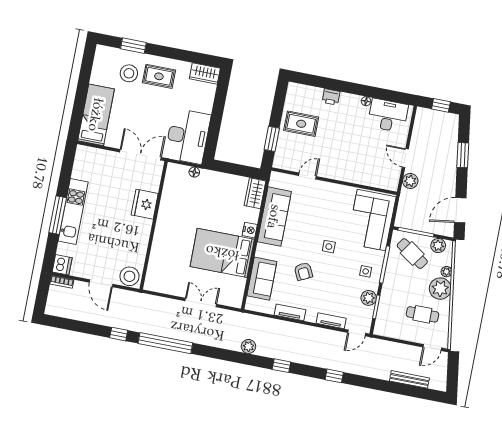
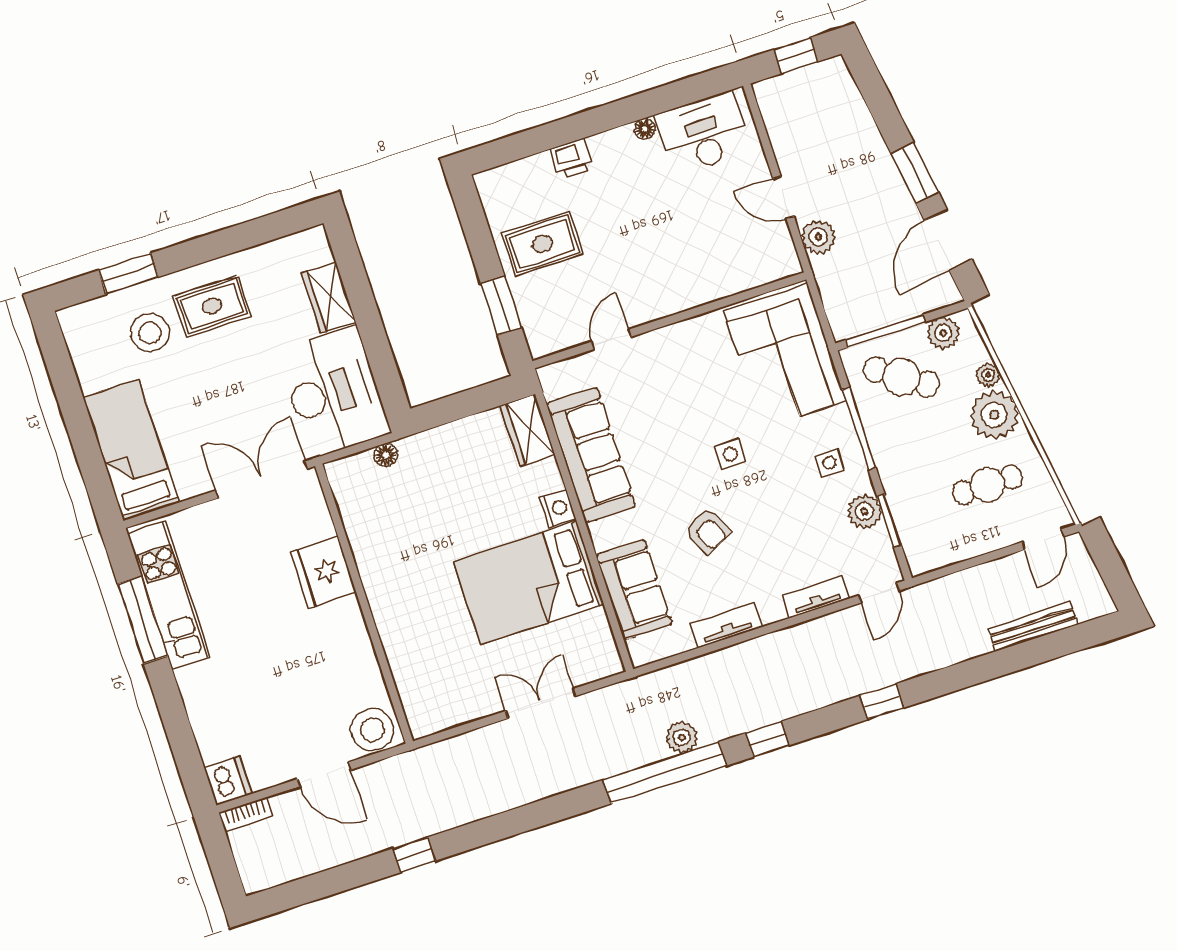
wardrobe: (205, 73) -> (328, 298), moved, turned 90
window: (463, 155) -> (915, 173), moved
kitchen unit: (73, 211) -> (169, 595), moved
window: (58, 215) -> (143, 620), moved
window: (165, 343) -> (665, 773), moved

